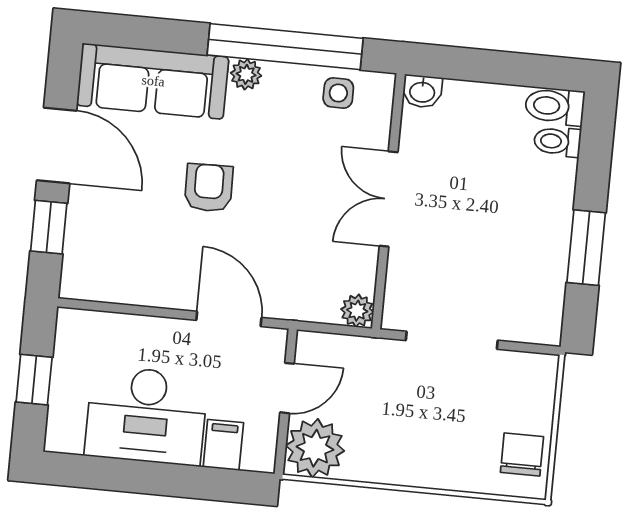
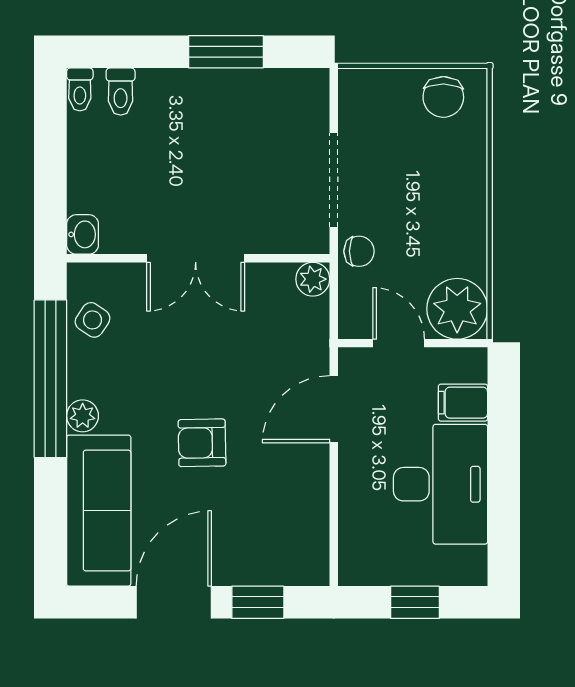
side table: (338, 93) -> (93, 320), turned 34
toilet: (555, 106) -> (80, 89), width x0.73, depth x0.72
chair: (380, 358) -> (359, 251), added
chair: (522, 454) -> (443, 97), turned -89

